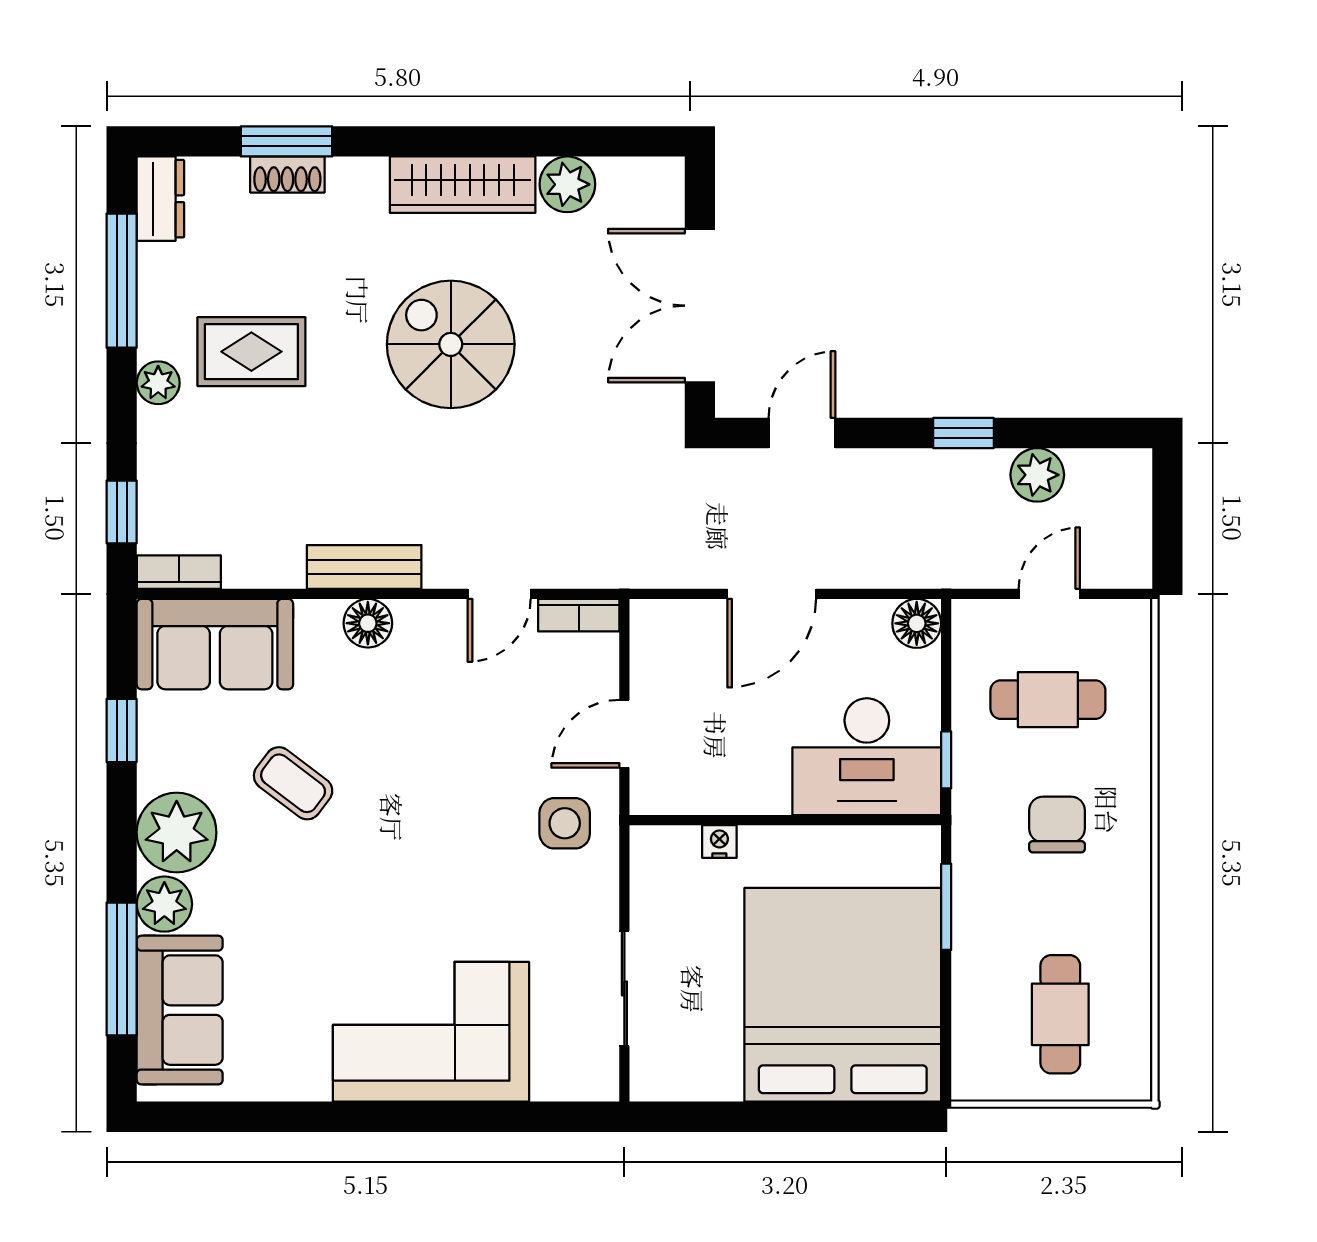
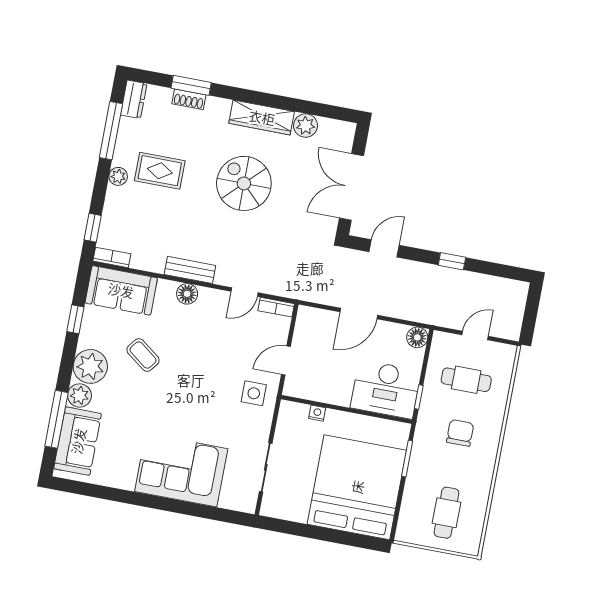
plant: (1037, 475) -> (480, 285), removed

